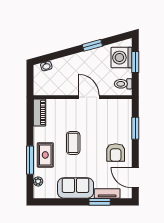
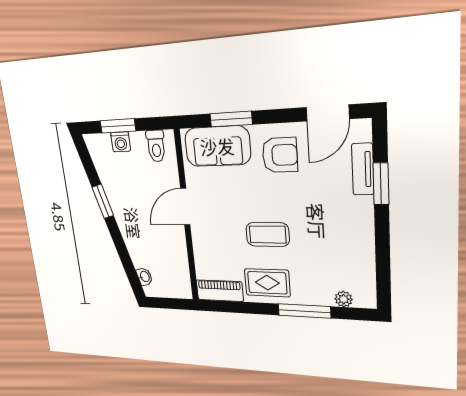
washing machine: (121, 58) -> (121, 142), width x0.53, depth x0.53
rug: (45, 155) -> (267, 283), moved
sofa: (76, 188) -> (217, 146), moved, turned -90

